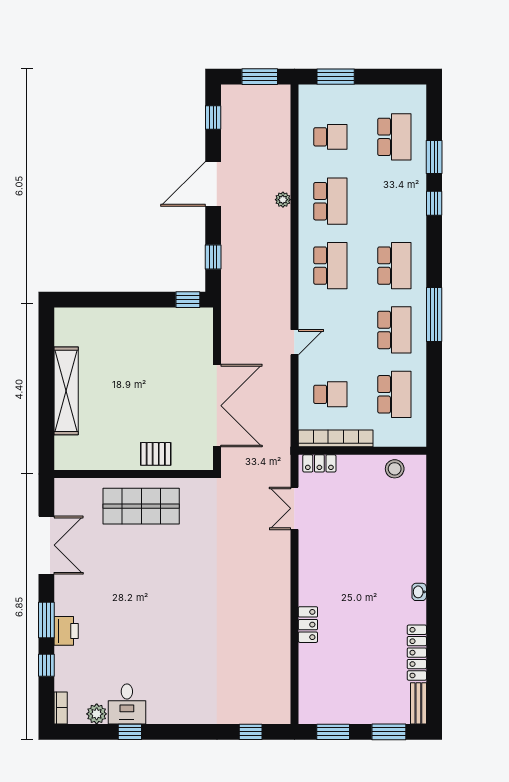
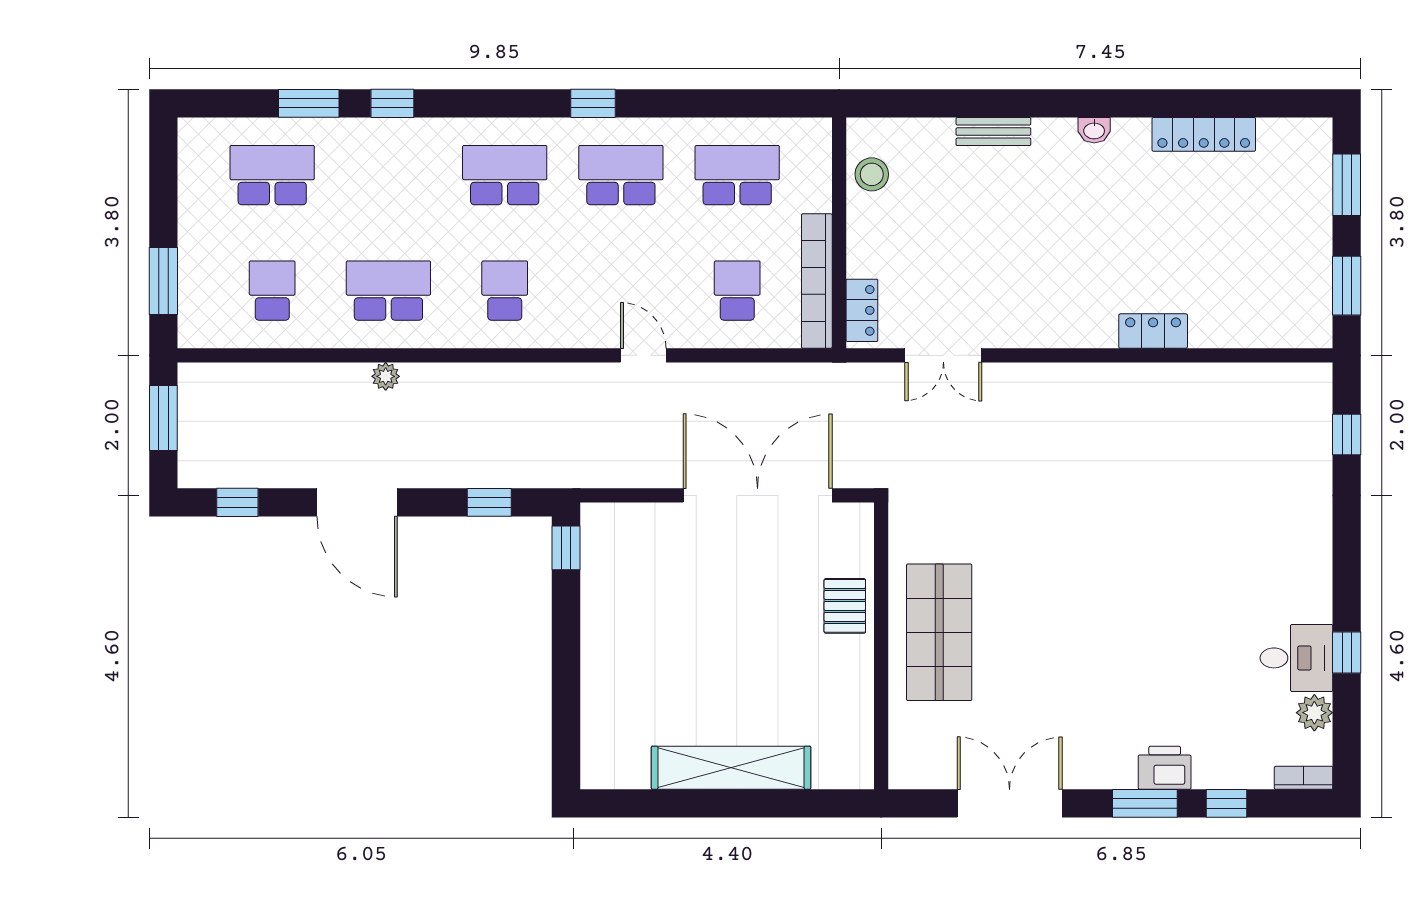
school desk: (330, 266) -> (505, 291), width x0.54
window: (434, 314) -> (593, 103), width x0.46
bench: (418, 703) -> (993, 132), moved

